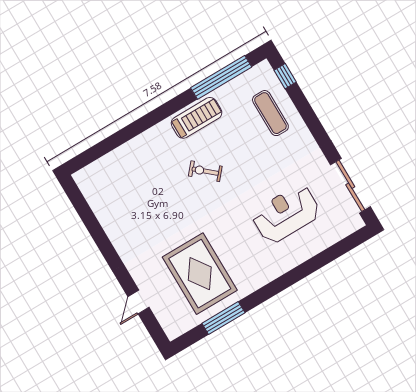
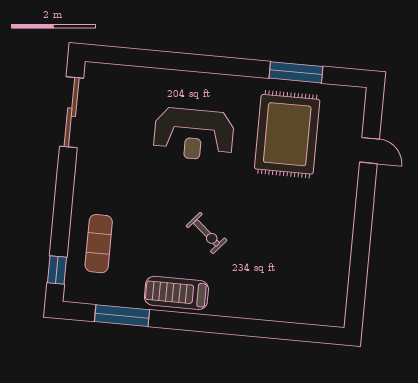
window: (221, 77) -> (122, 316), width x0.68
reception desk: (286, 214) -> (194, 134), moved
door: (138, 302) -> (370, 151), hinge flipped

